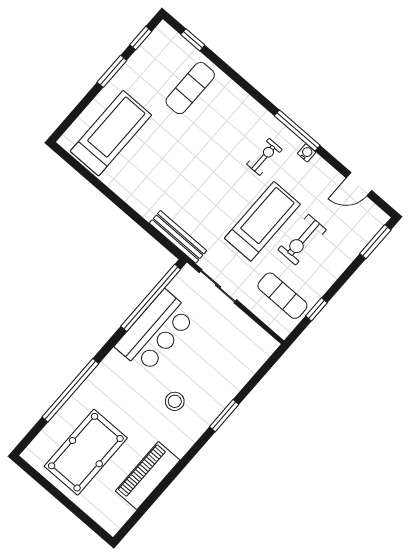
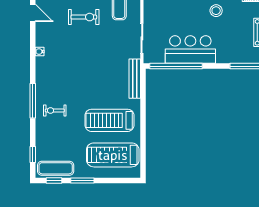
exercise mat: (190, 88) -> (56, 168), moved
window: (297, 131) -> (33, 101), moved
exercise bike: (264, 157) -> (55, 110), moved
treadmill: (262, 221) -> (110, 120), moved

